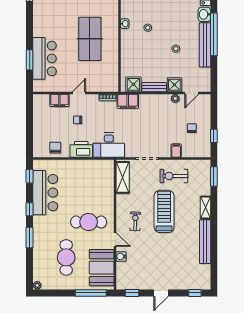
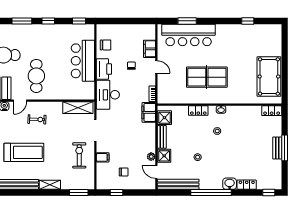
bench: (205, 45) -> (178, 184), moved
locker: (126, 48) -> (198, 111), added
bar counter: (45, 58) -> (189, 35), width x1.36
bar counter: (45, 193) -> (83, 61), moved, turned 90
treadmill: (164, 211) -> (24, 152), moved

